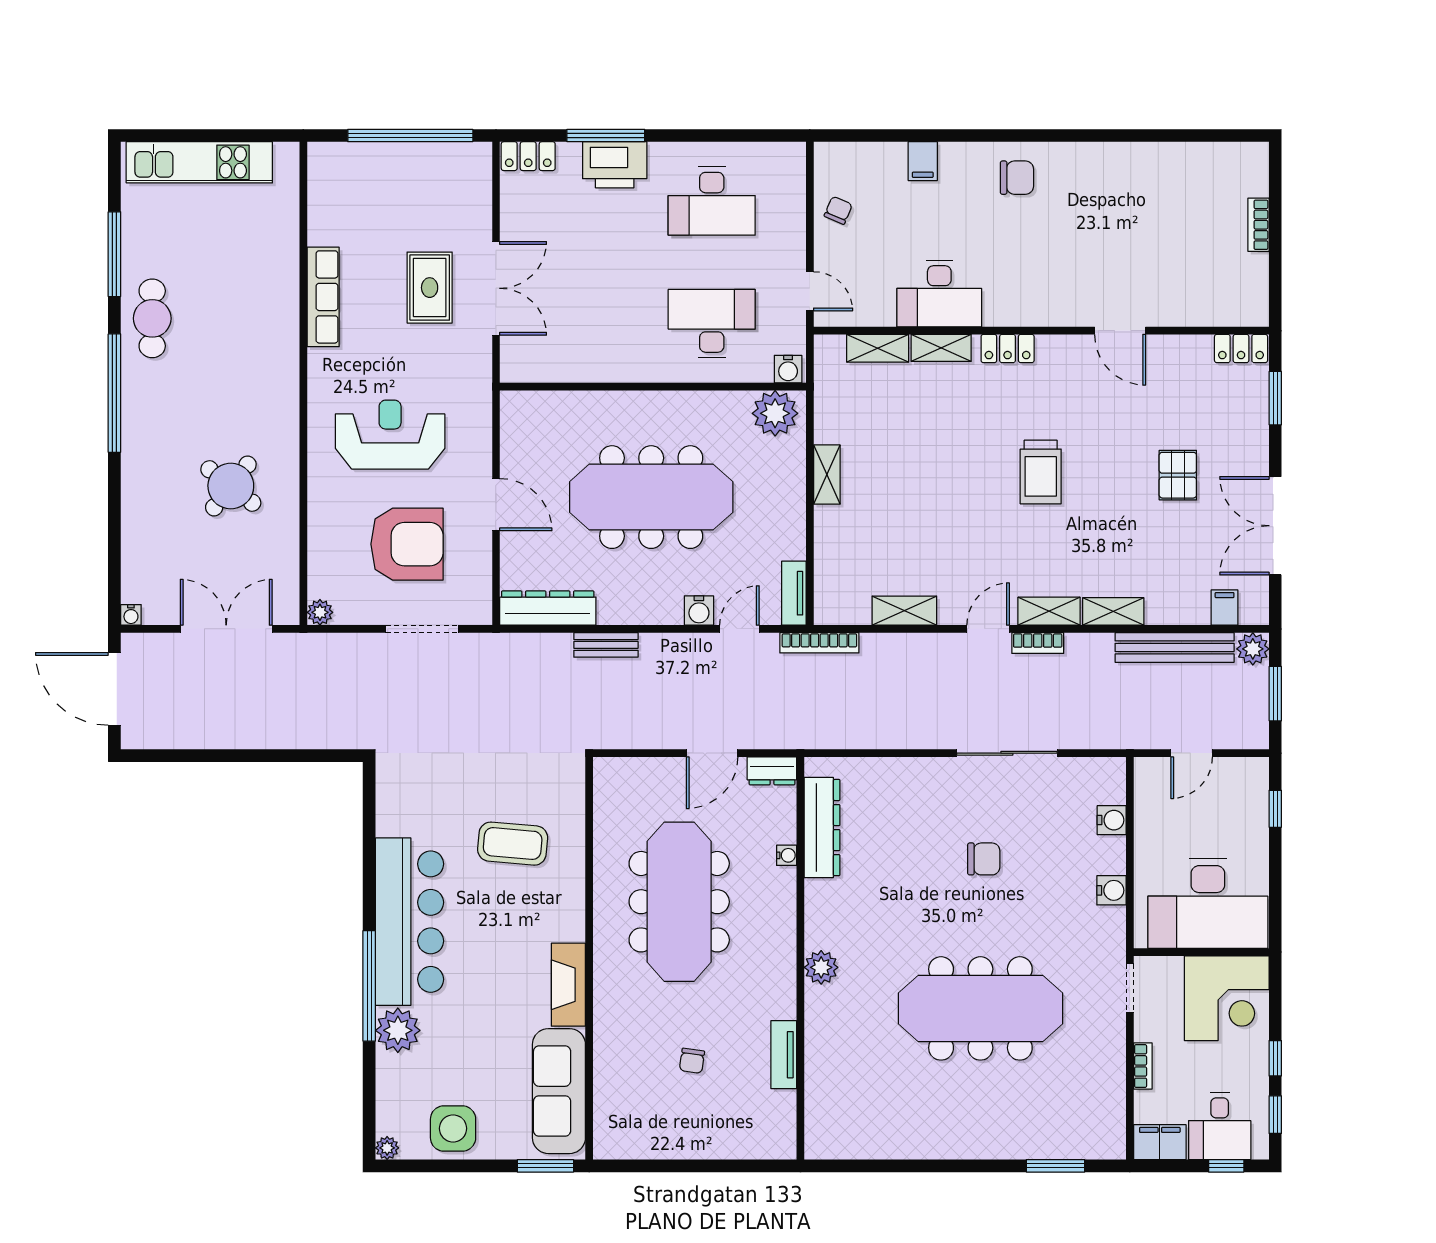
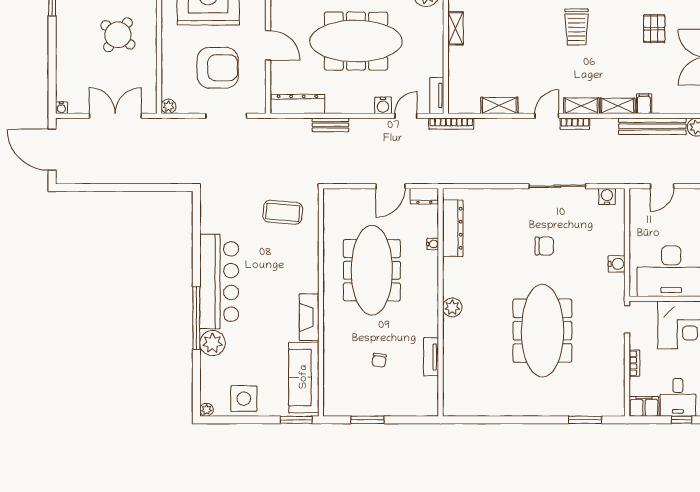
filing cabinet: (1225, 607) -> (644, 104), moved
water cooler: (1112, 820) -> (607, 196), moved, turned -90
coffee table: (513, 844) -> (283, 212), moved
meeting table: (980, 1008) -> (542, 331), turned 90
window: (672, 1166) -> (368, 420), added

